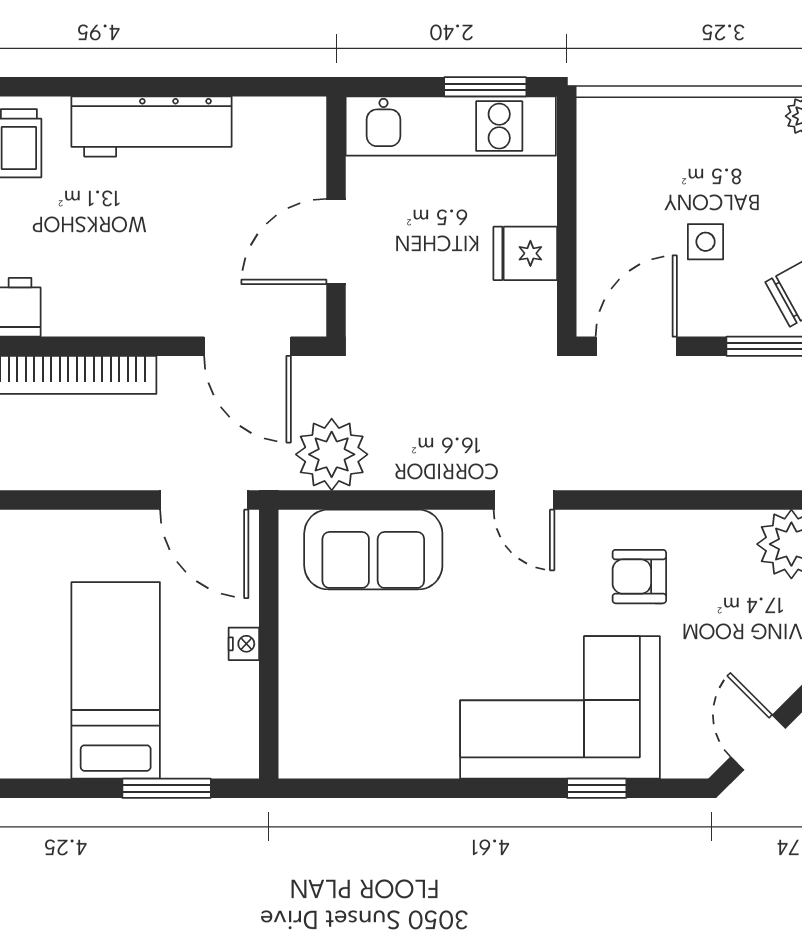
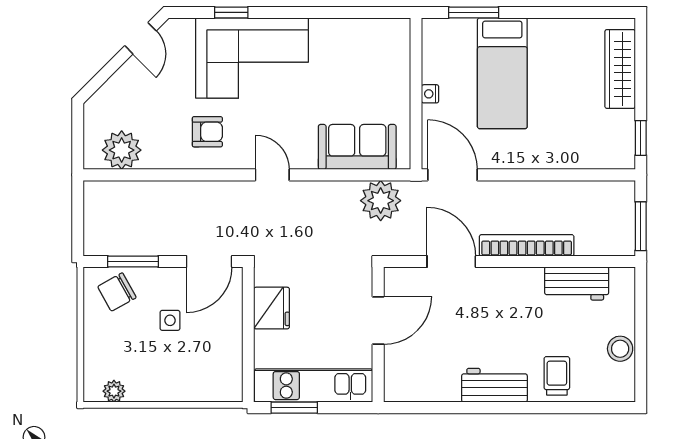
workbench: (151, 126) -> (494, 385), width x0.73
fridge: (525, 253) -> (272, 308), width x1.38
door: (247, 346) -> (451, 261), moved

